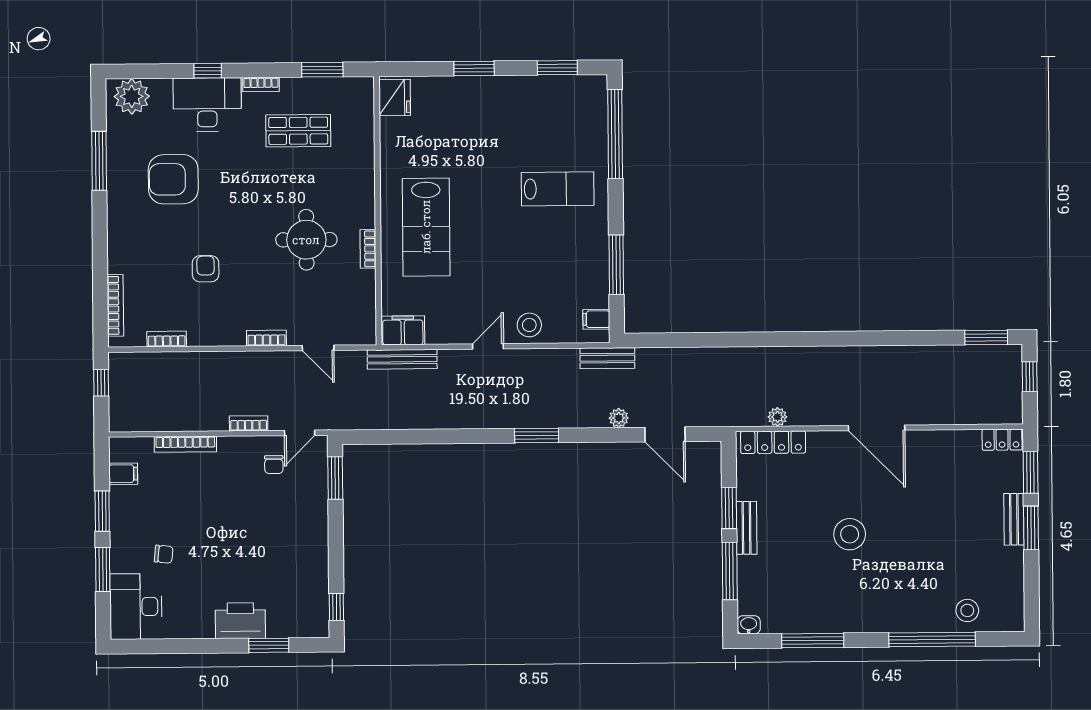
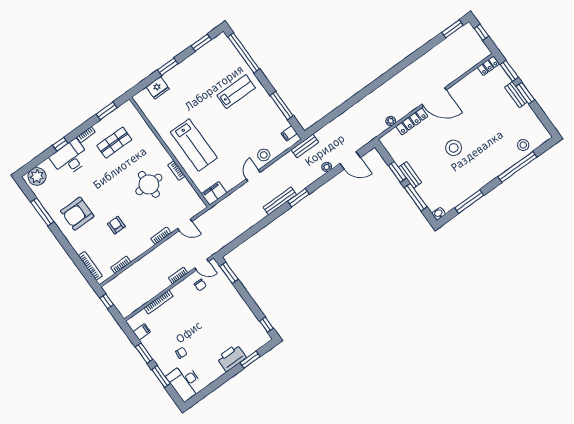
fridge: (395, 97) -> (158, 88), moved, turned 90
armchair: (173, 179) -> (77, 214), moved
bench: (402, 359) -> (280, 201), moved
door: (300, 433) -> (202, 265), hinge flipped
locker: (773, 442) -> (412, 121), moved

